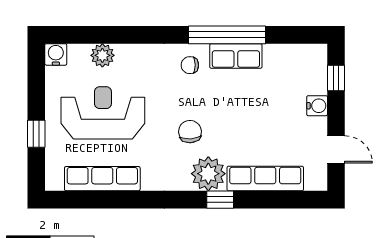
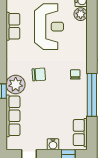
plant: (102, 55) -> (81, 14), moved
row of seats: (236, 56) -> (80, 133), moved
row of seats: (102, 179) -> (13, 26), width x0.68

